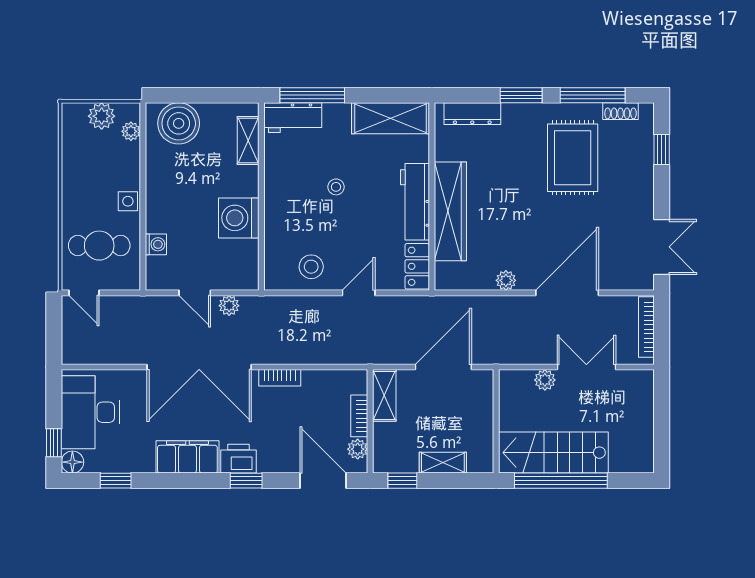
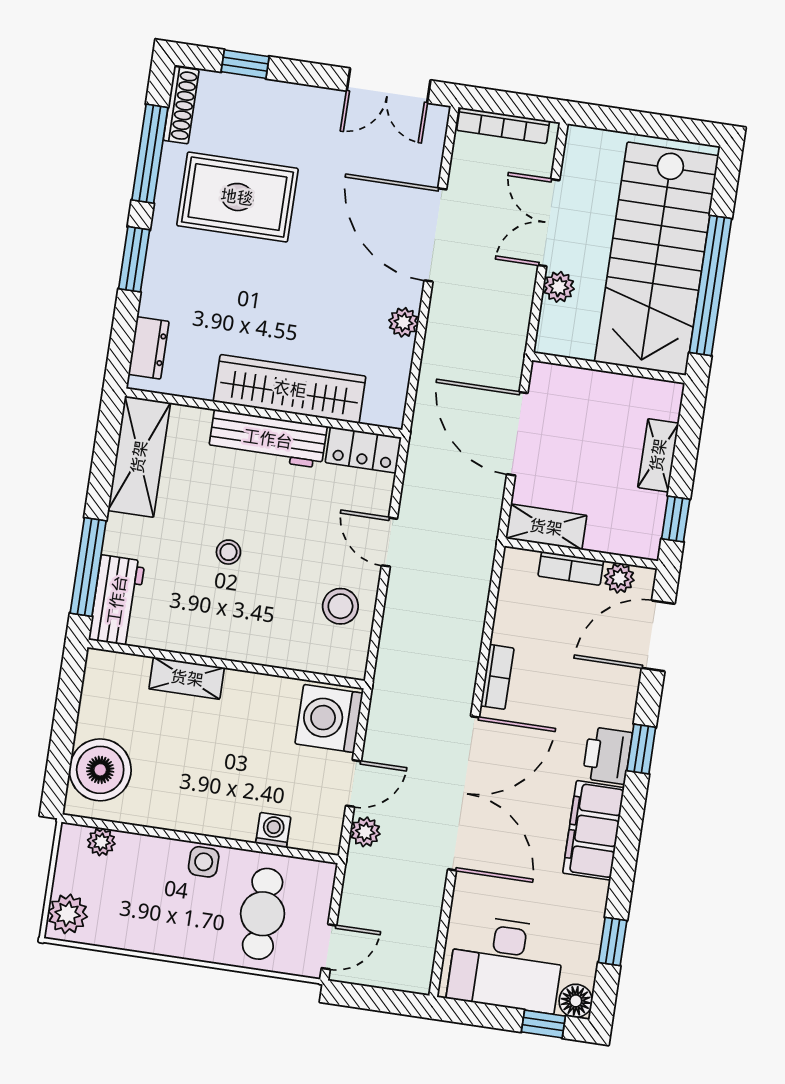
shoe rack: (621, 111) -> (181, 105), width x1.43
dresser: (472, 114) -> (149, 348), width x0.70
plant: (102, 116) -> (68, 914), moved
shelving: (248, 141) -> (187, 678), moved
washing machine: (239, 218) -> (329, 718), moved, turned 90
double door: (662, 247) -> (389, 86), swing flipped
plant: (229, 306) -> (365, 832), moved
stairs: (553, 453) -> (657, 259), width x1.36, depth x1.51

